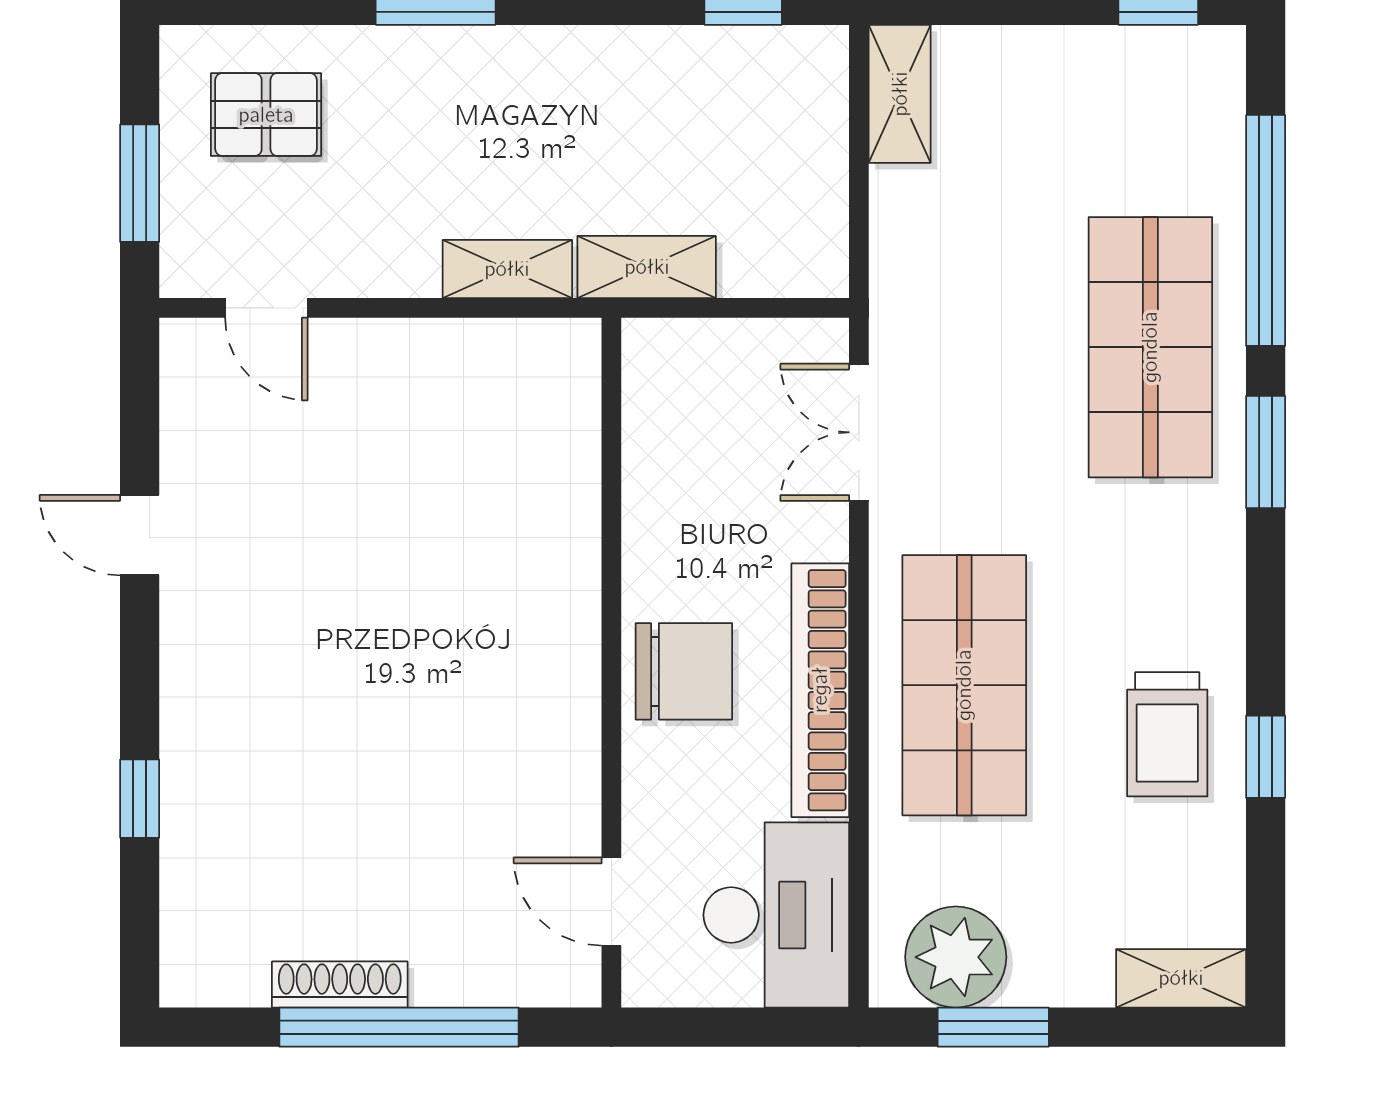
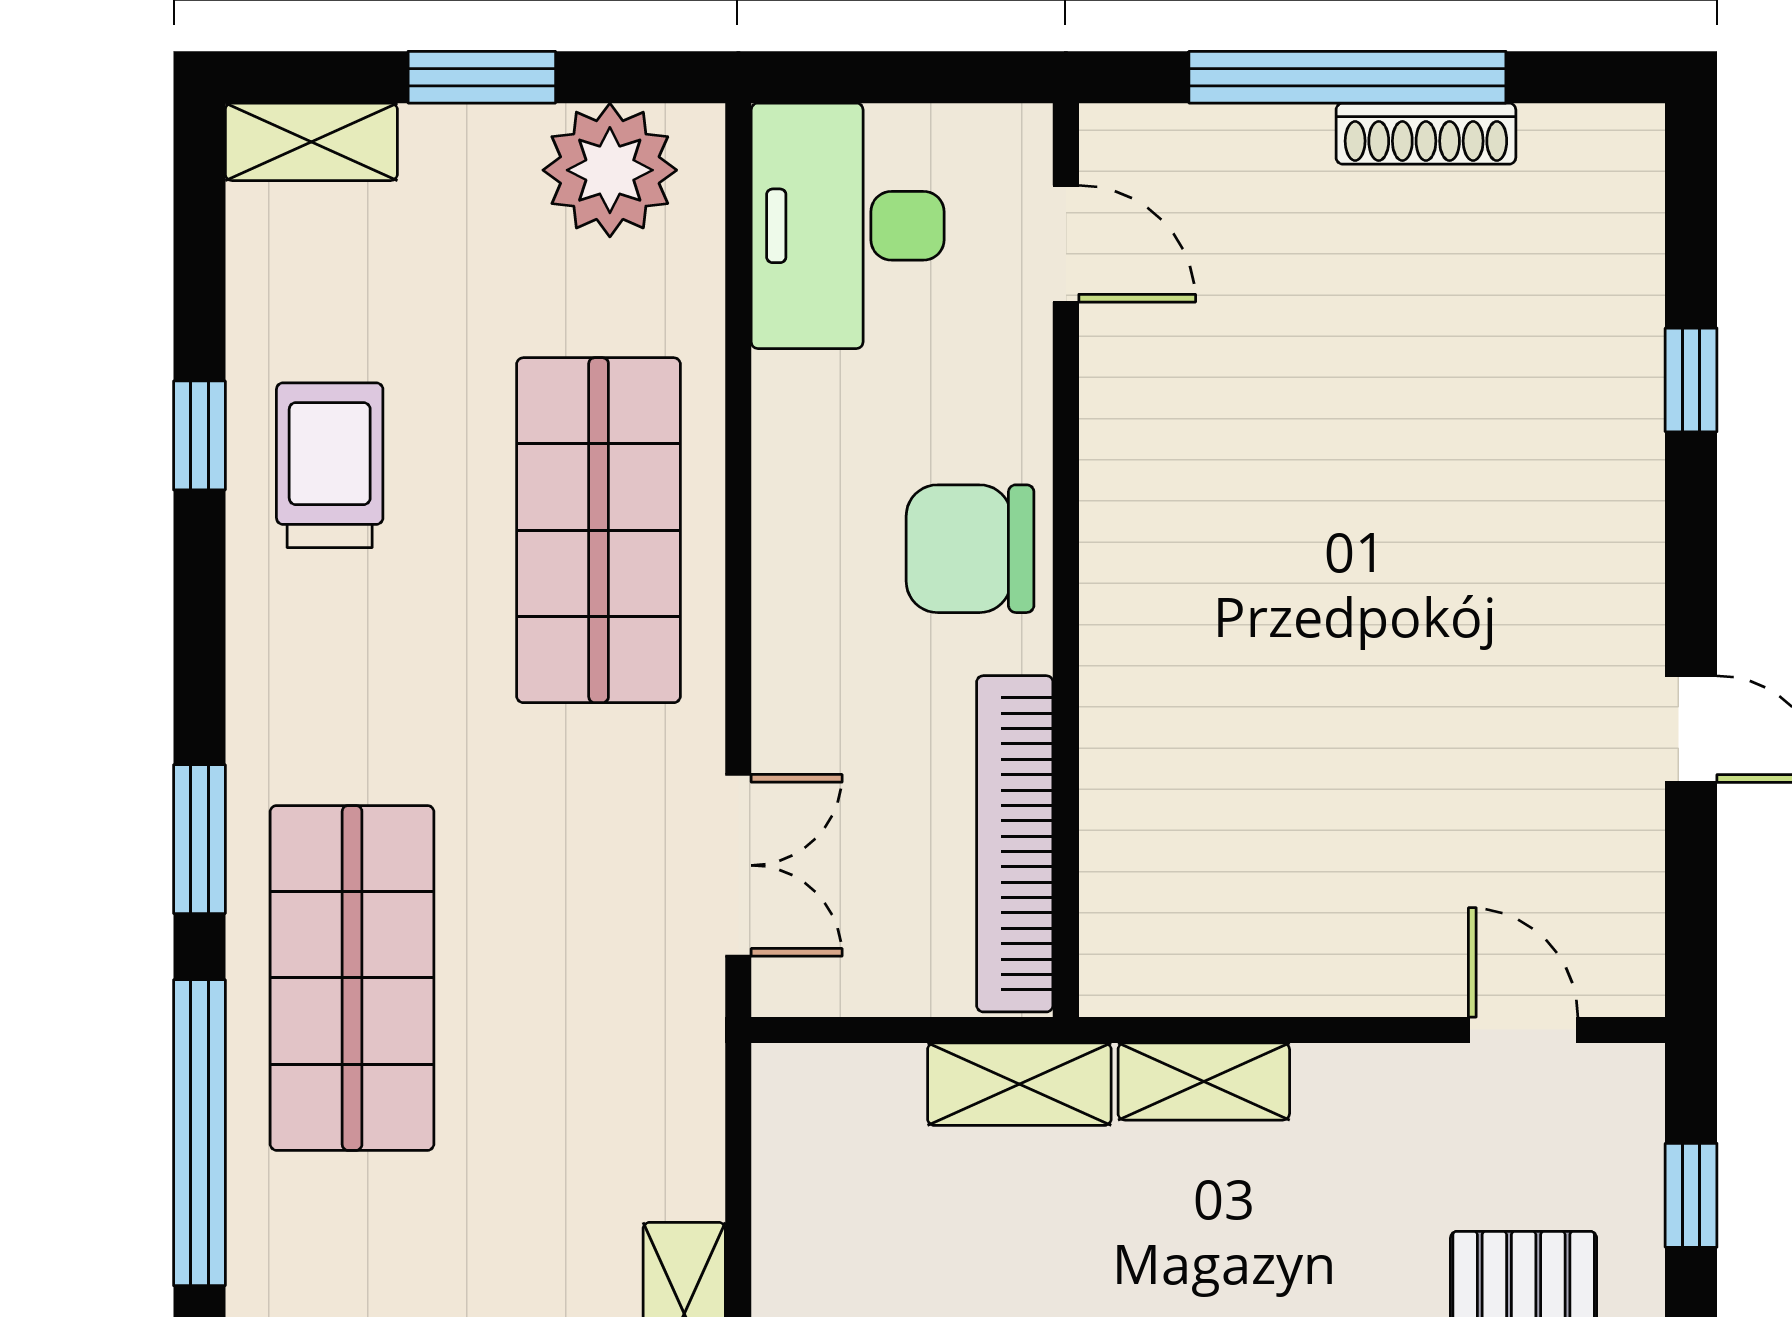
window: (140, 183) -> (1691, 1195), width x0.67
bookcase: (820, 690) -> (1015, 844), moved, turned 180
window: (993, 1027) -> (482, 77), moved

